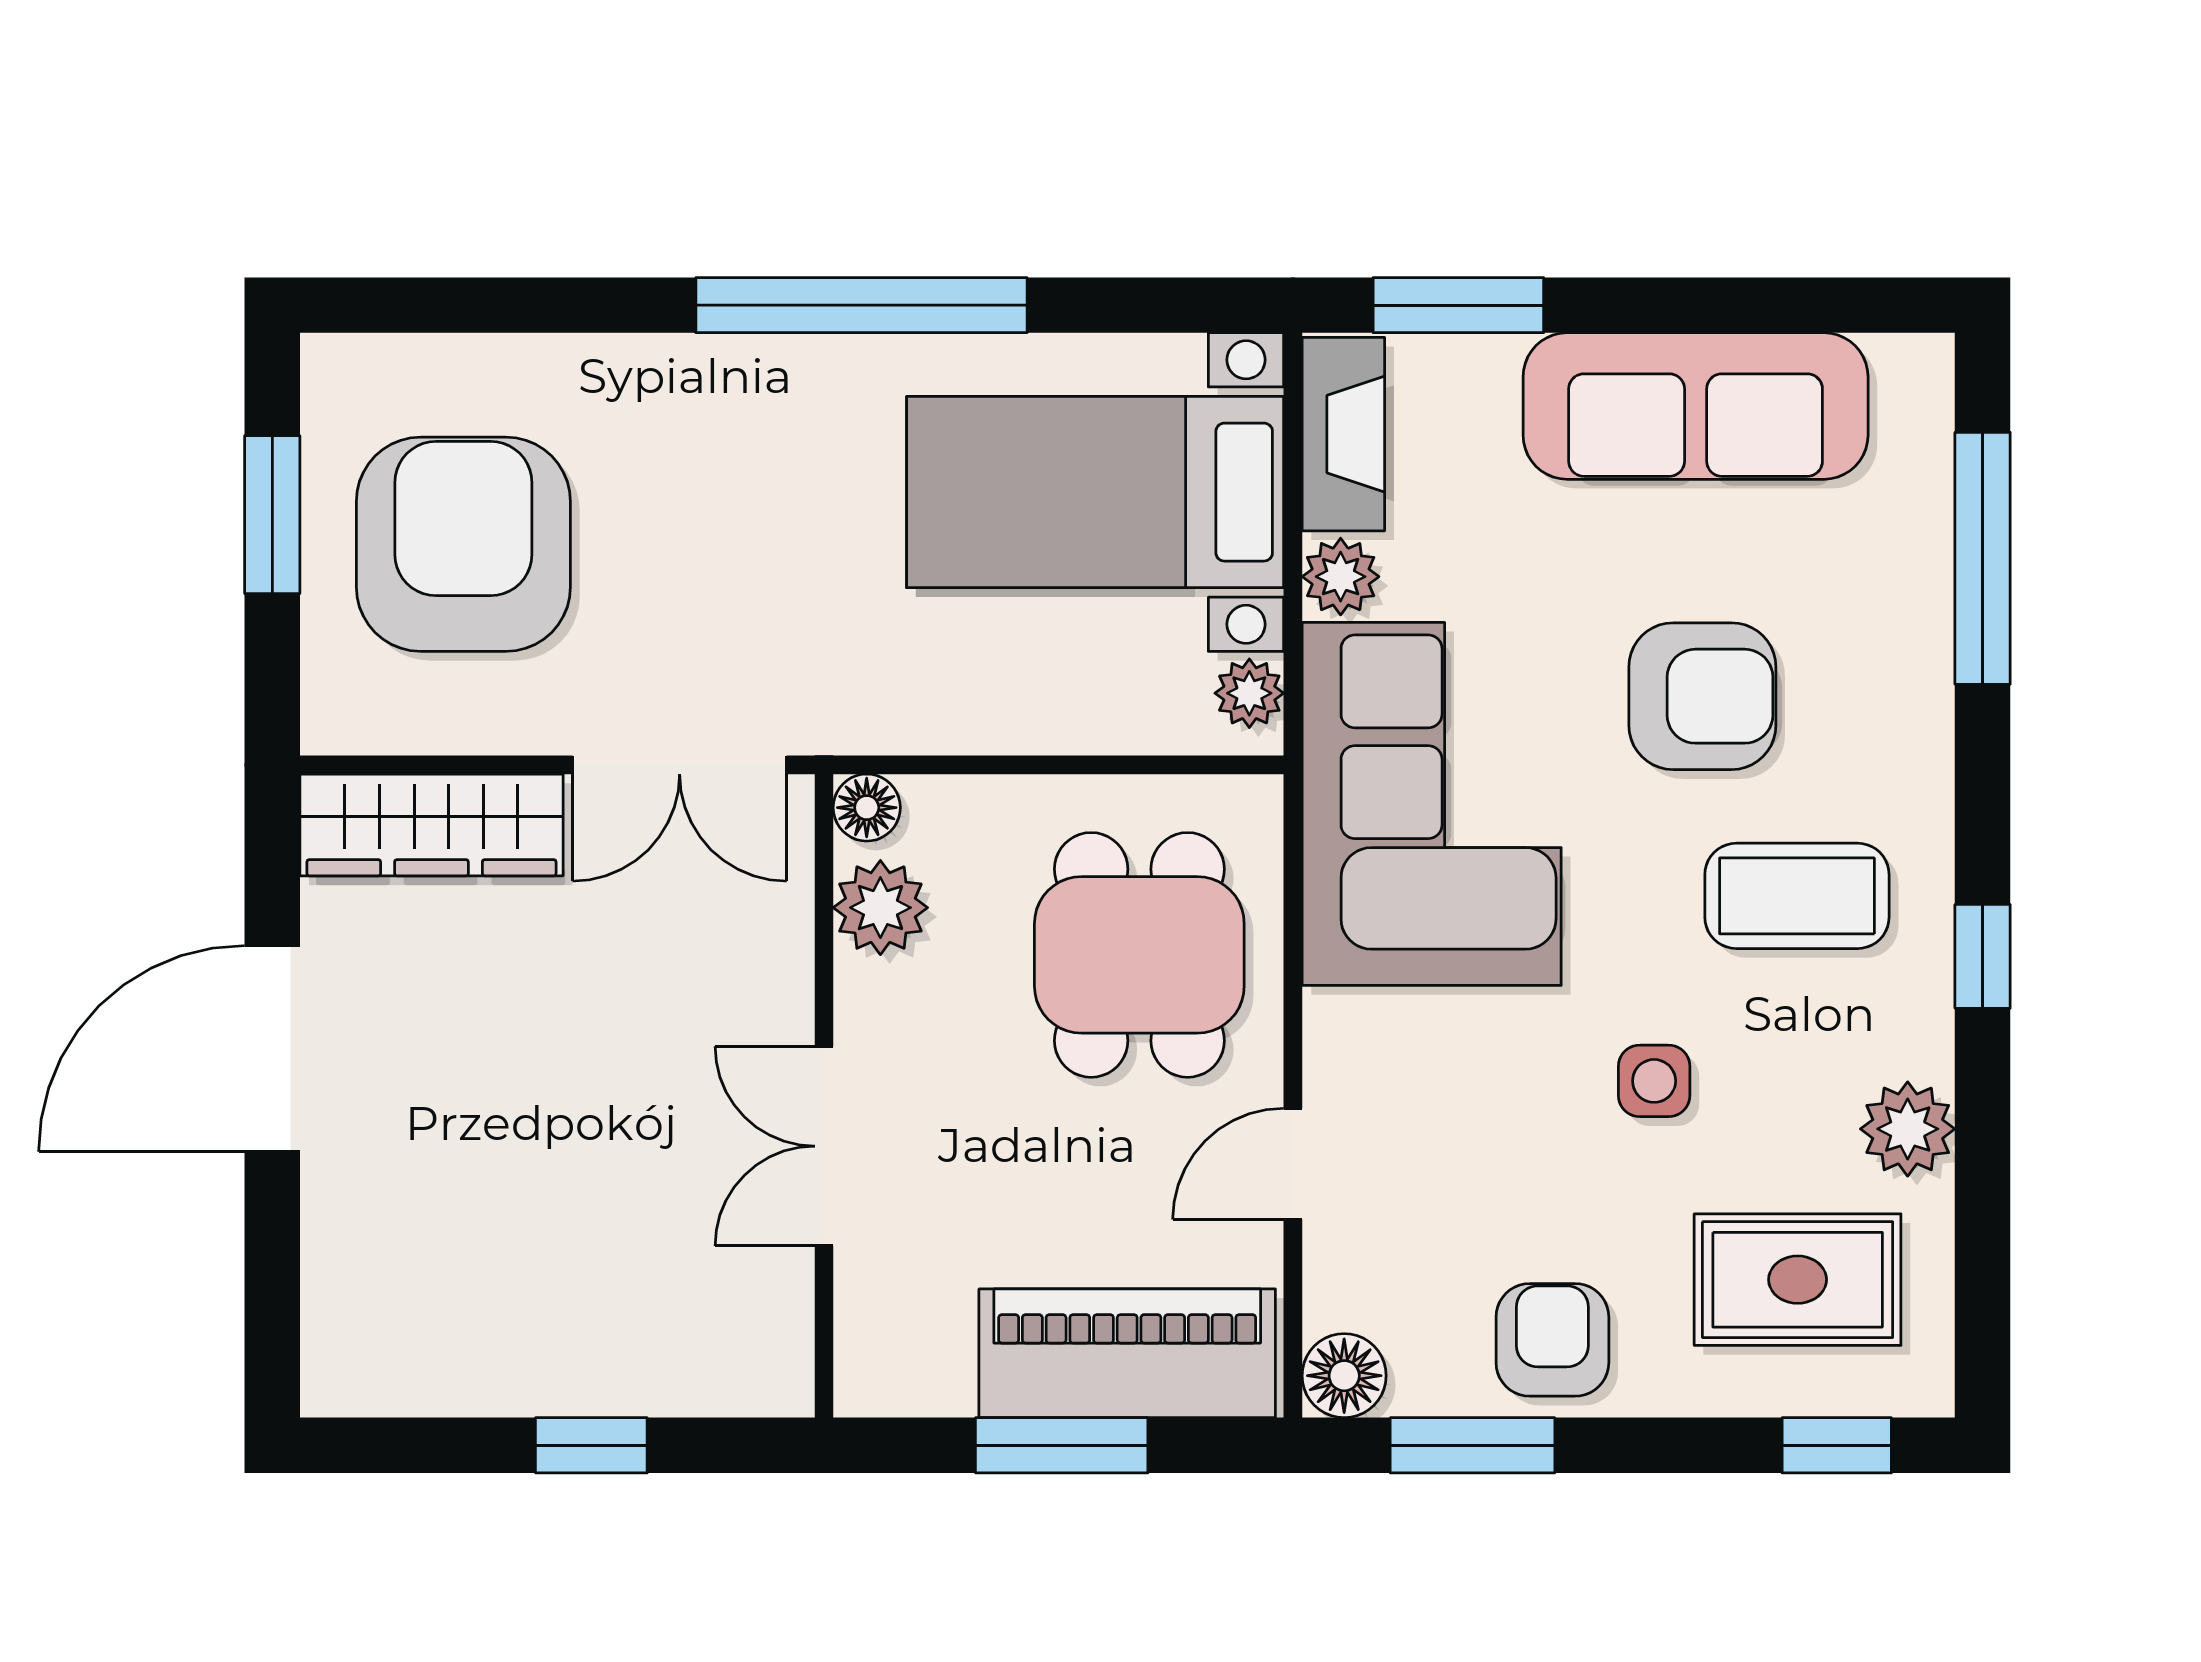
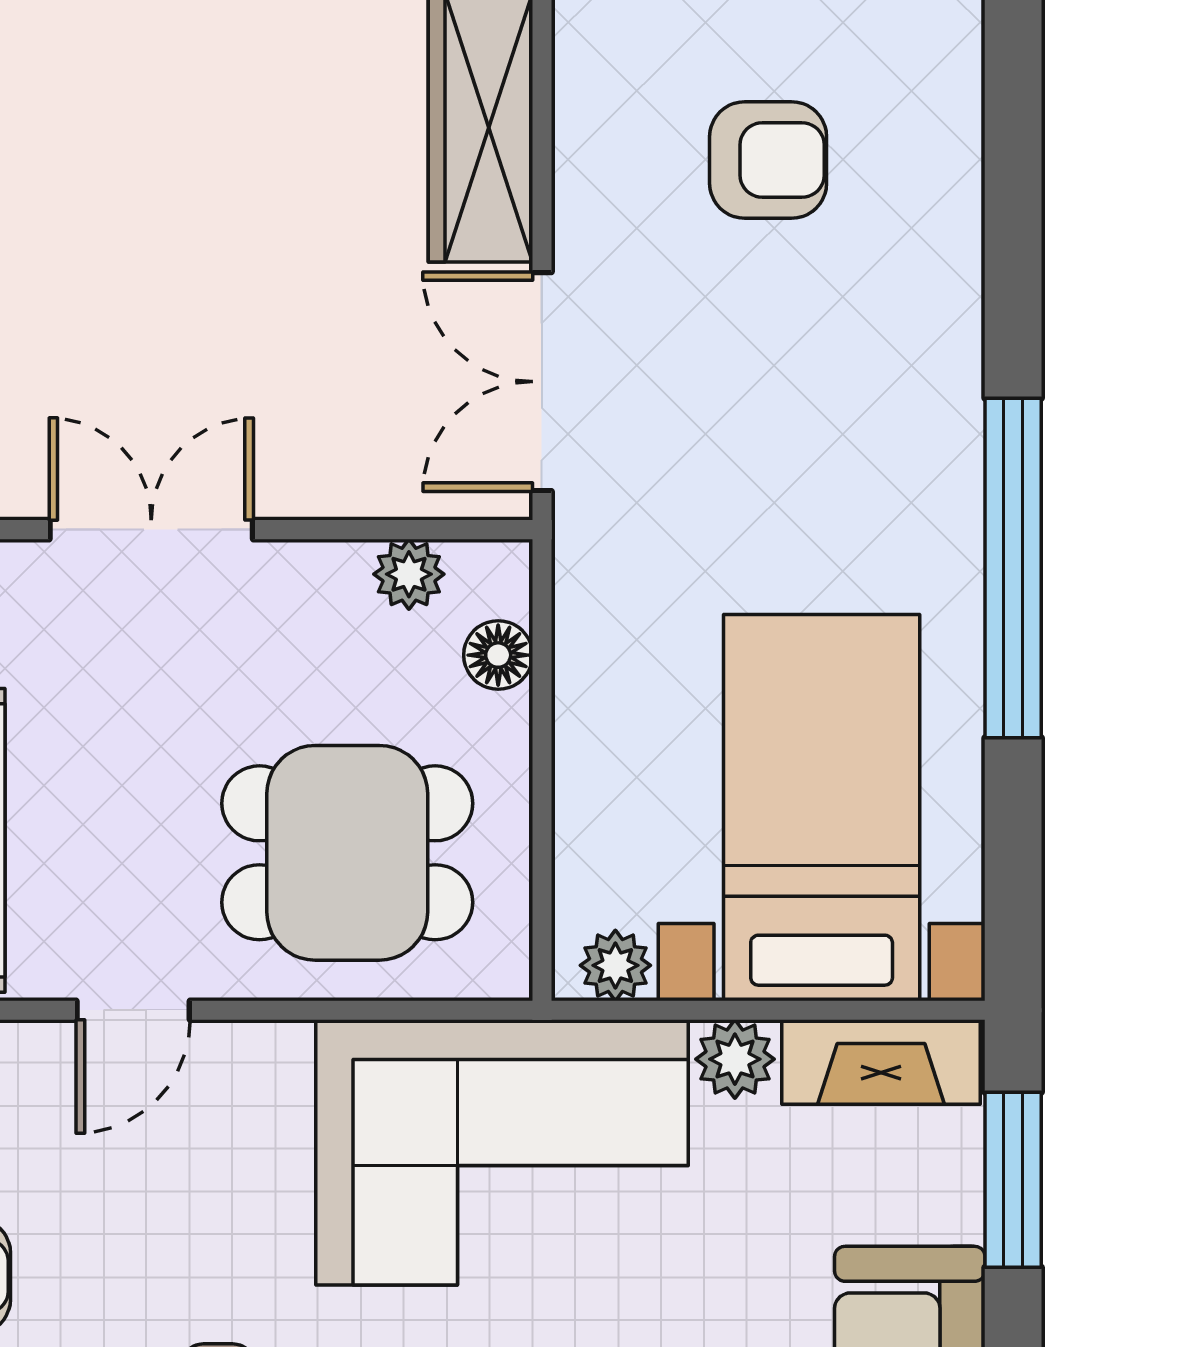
armchair: (463, 544) -> (768, 160), width x0.53, depth x0.53
floor lamp: (867, 808) -> (498, 655), moved
plant: (880, 908) -> (409, 574), width x0.73, depth x0.73
door: (1293, 1164) -> (133, 1010), swing flipped

